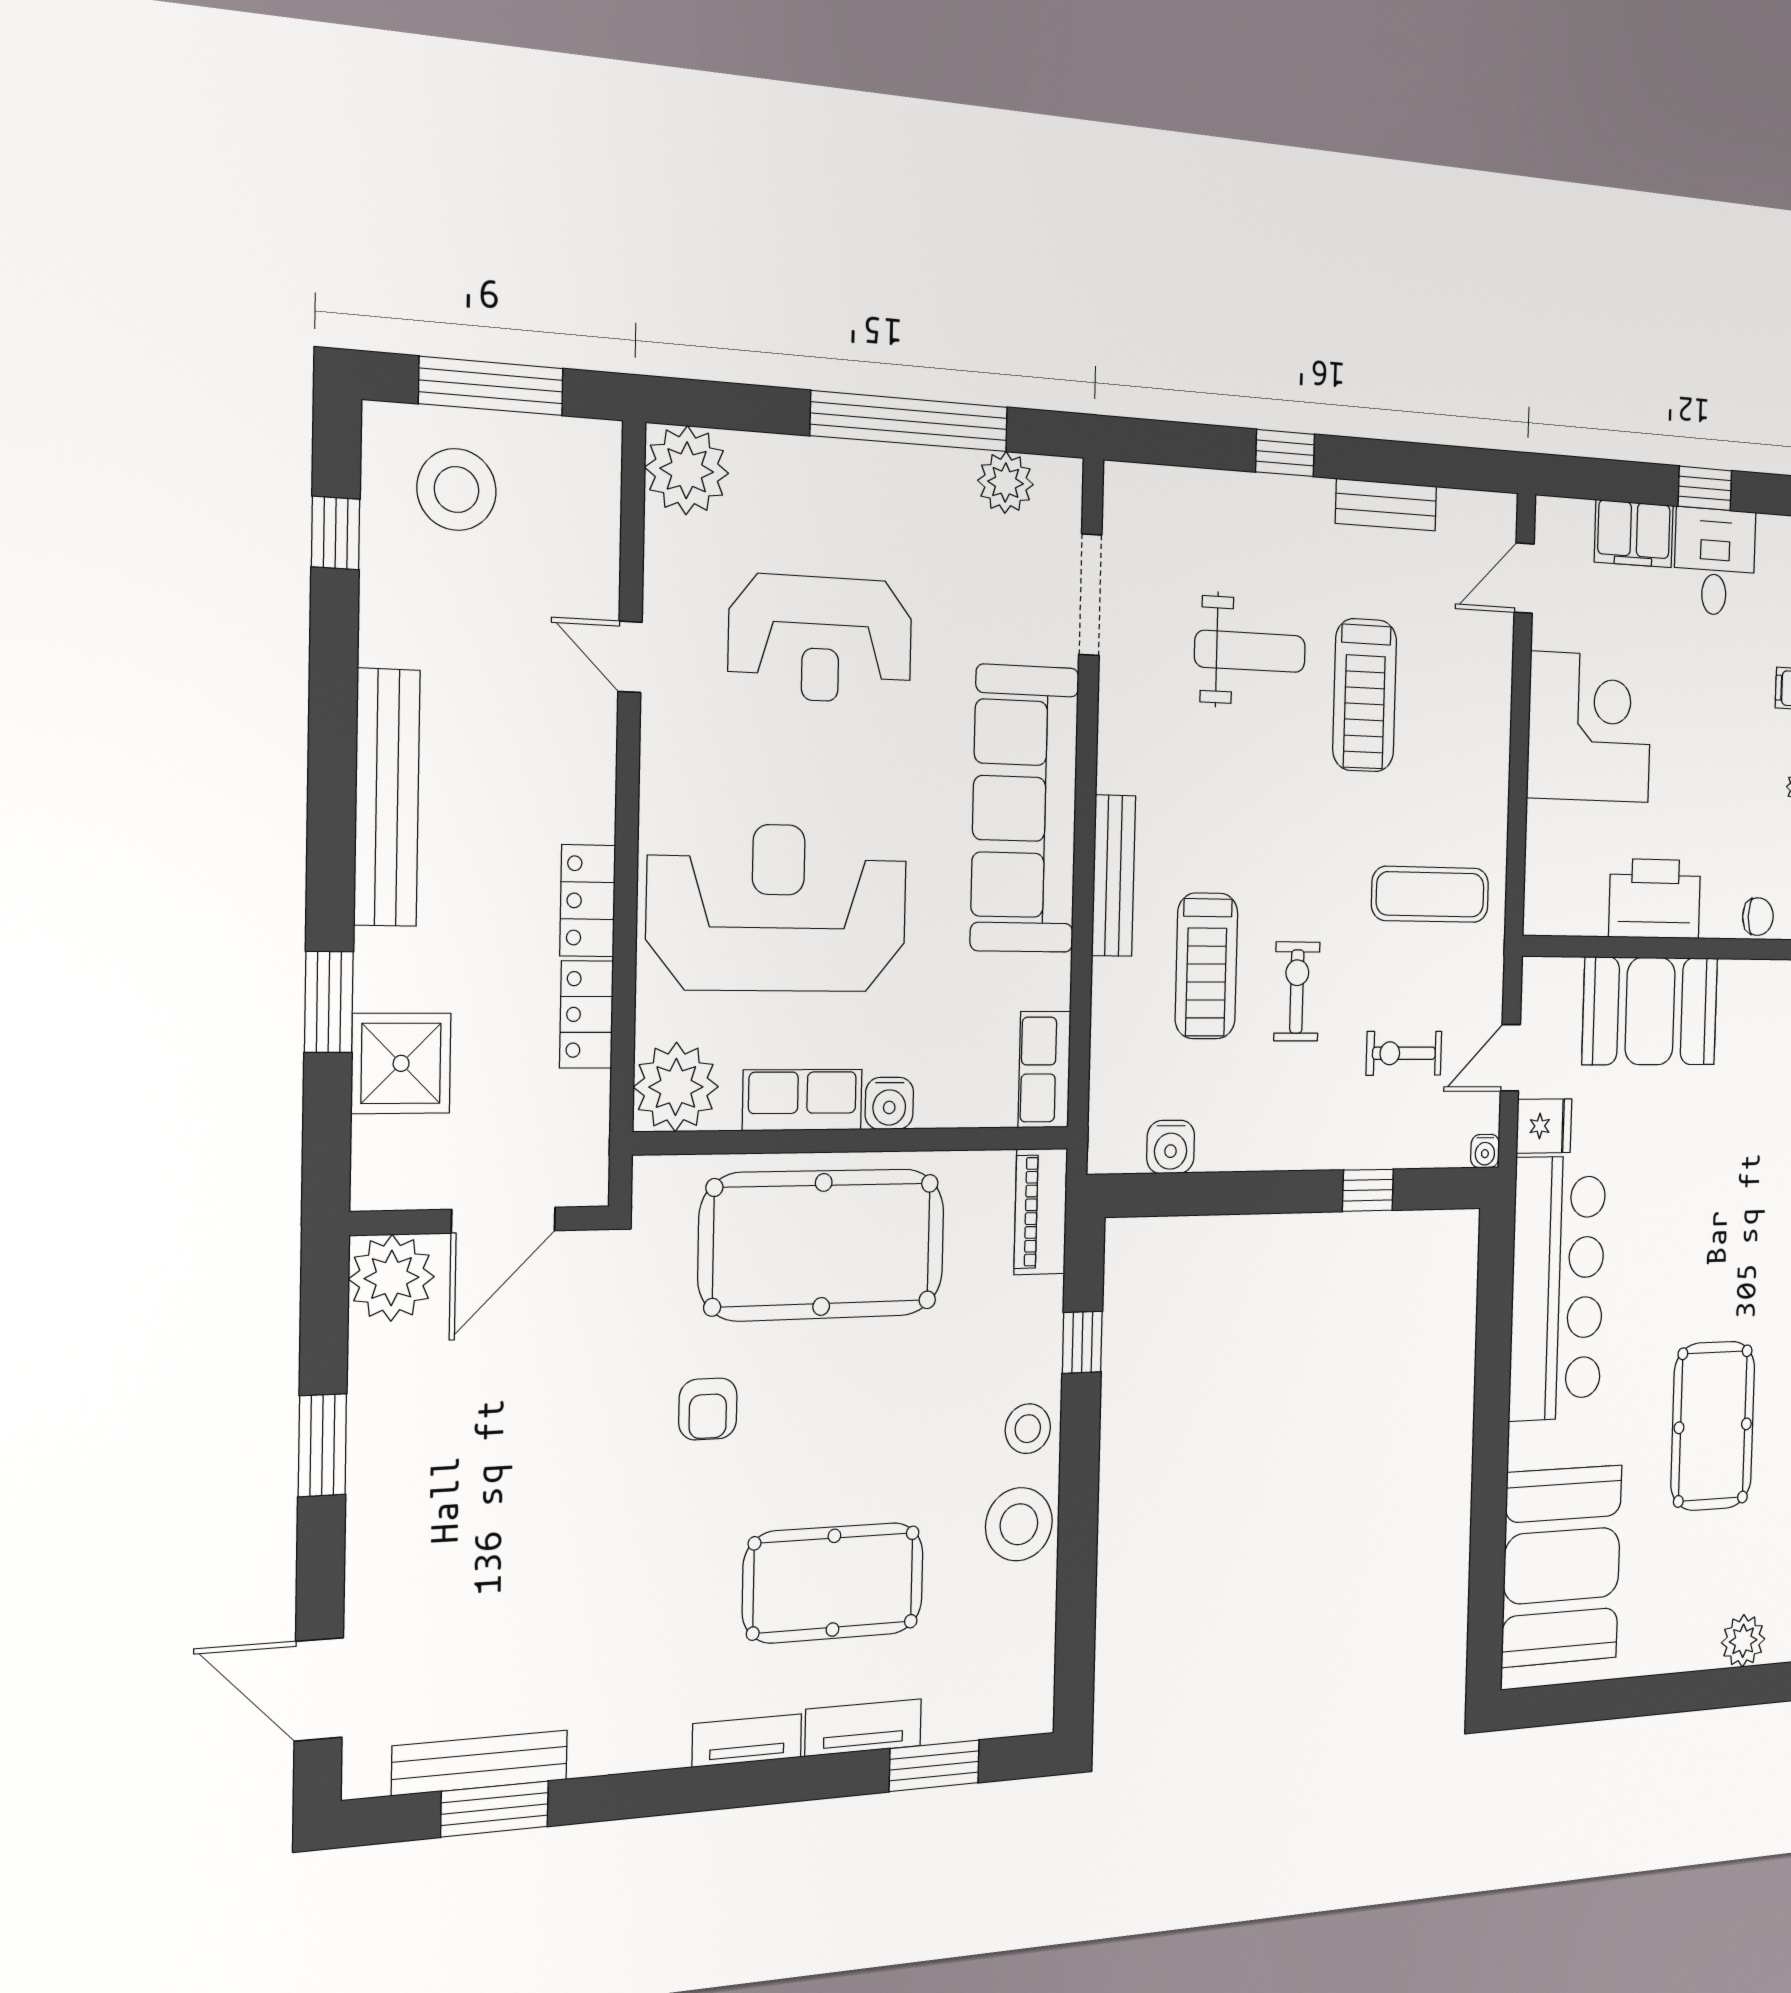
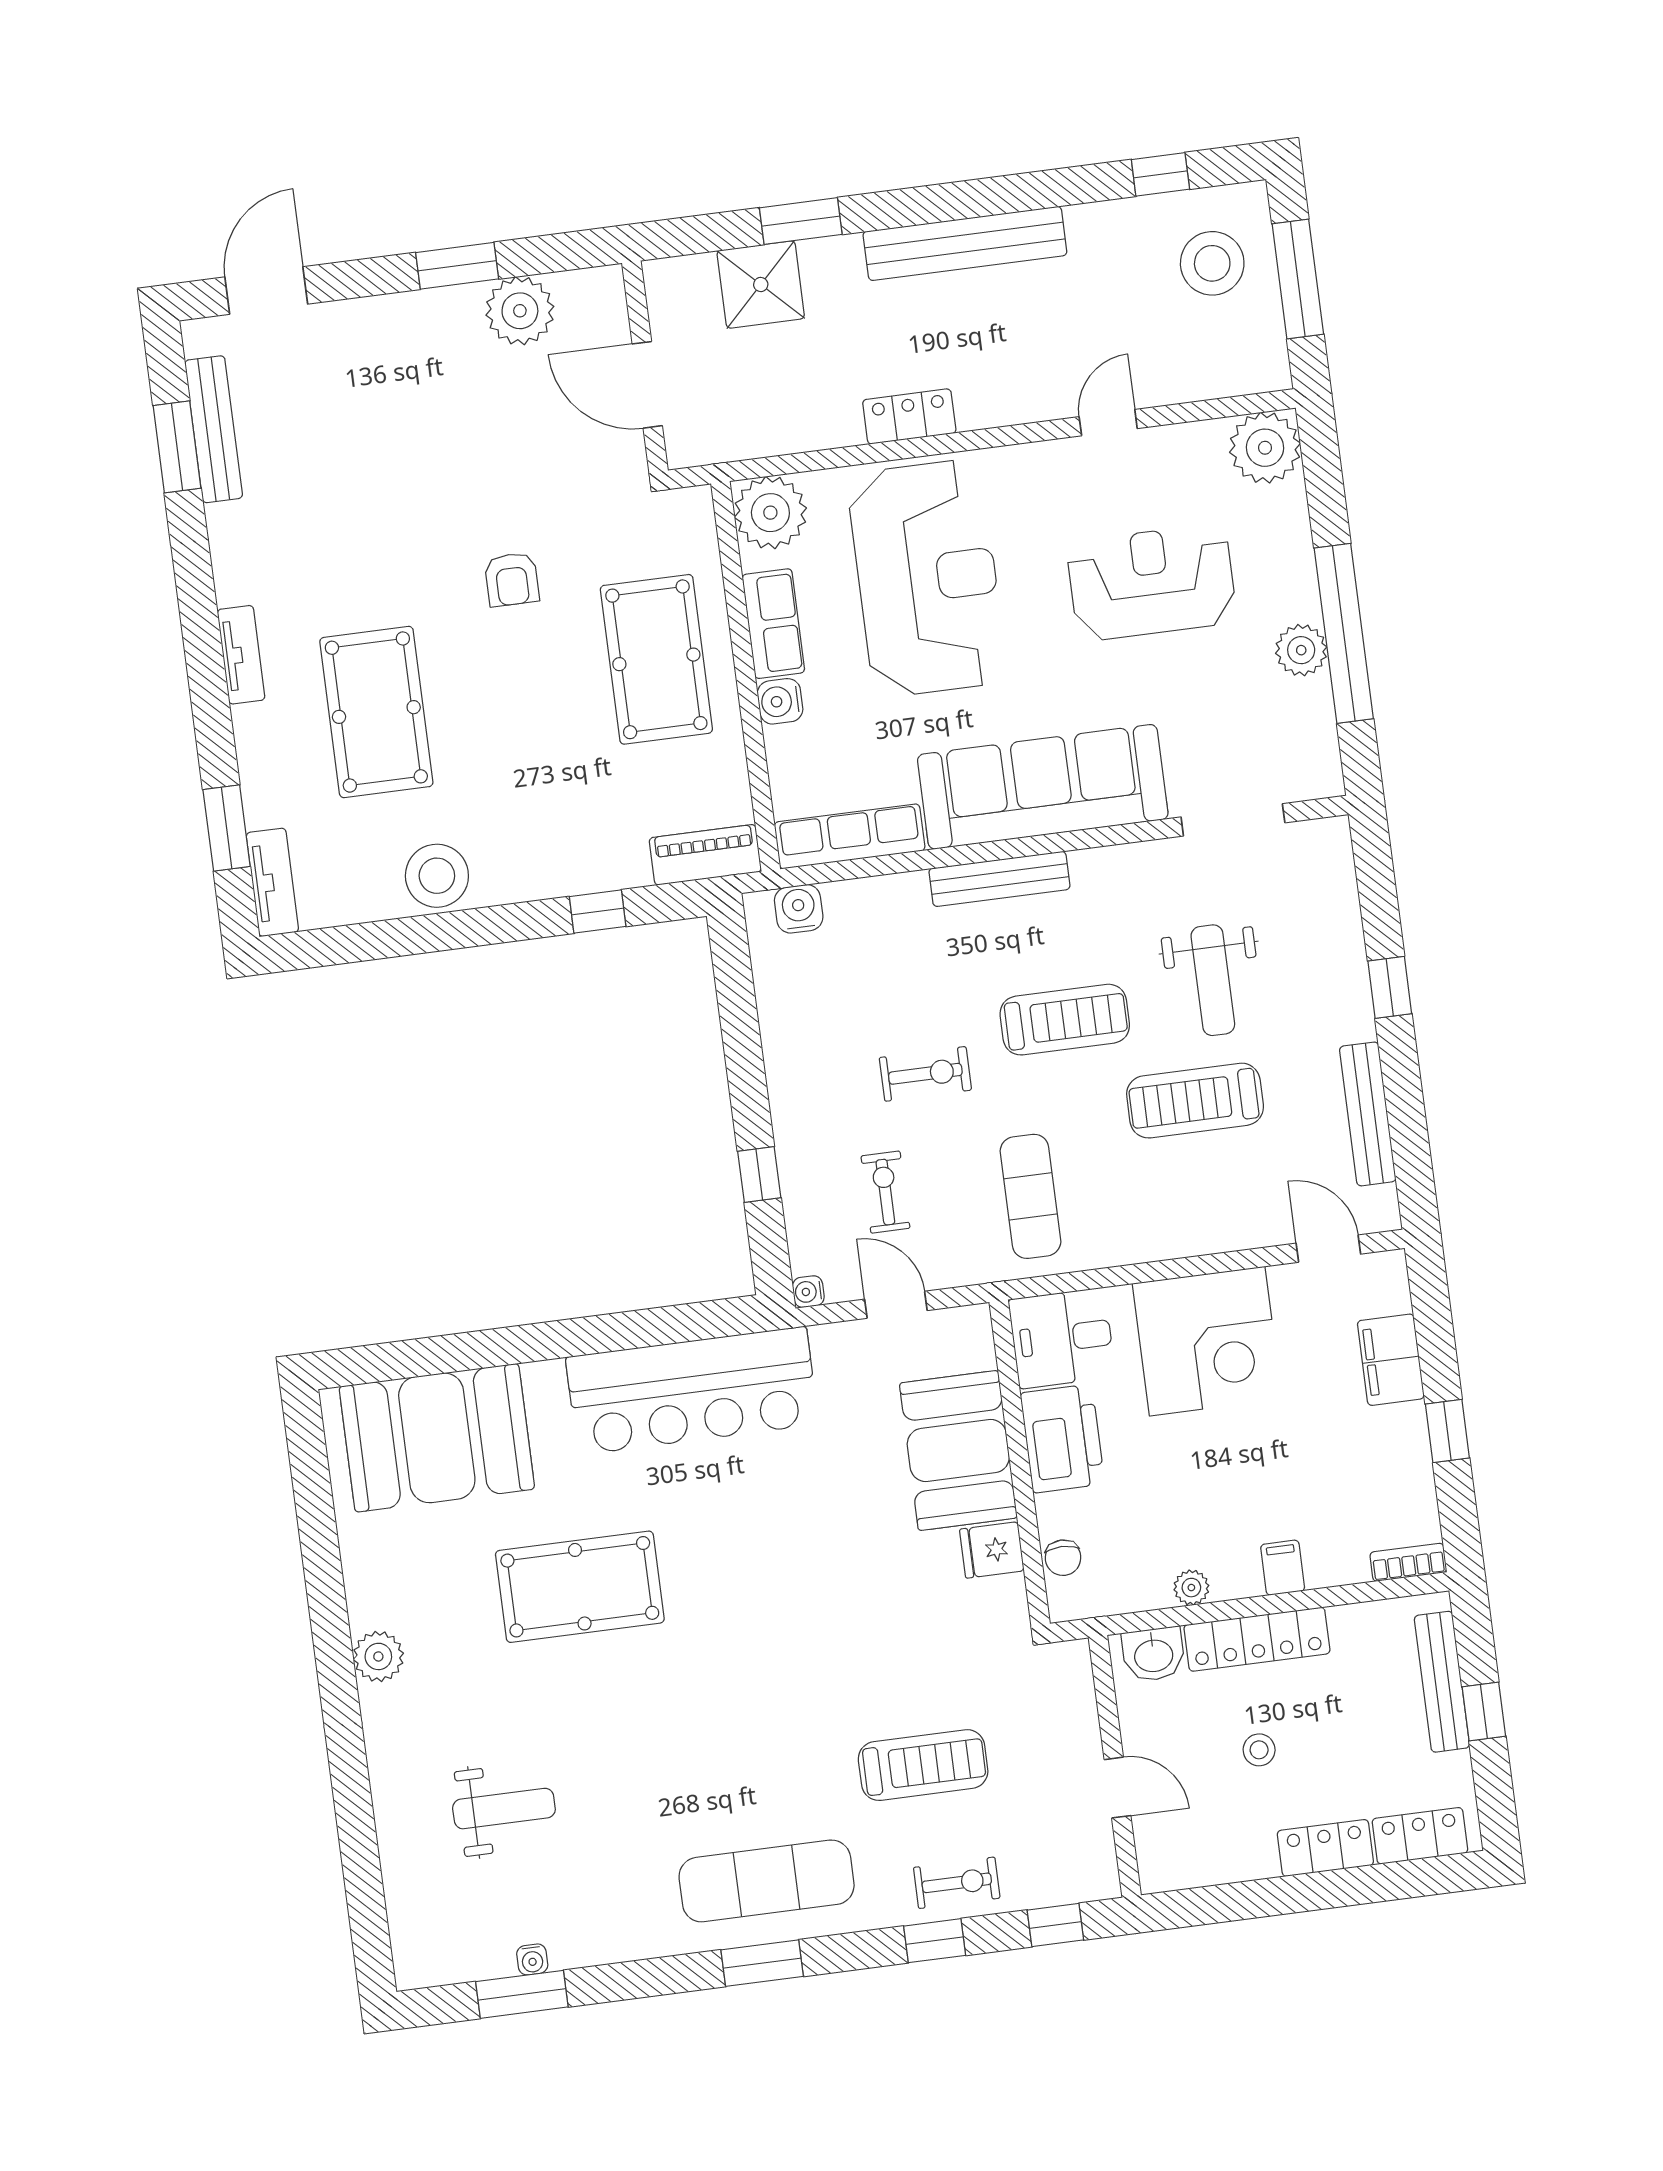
plant: (1006, 482) -> (1301, 650), moved
bench: (1386, 505) -> (1368, 1114), width x1.36
desk: (1715, 562) -> (1062, 1338), moved, turned 180
reception desk: (821, 639) -> (1152, 582), turned 90
treadmill: (1206, 966) -> (1065, 1020), moved, turned 180
locker: (587, 1014) -> (819, 429), removed
row of seats: (1044, 1069) -> (850, 836), width x1.48
fridge: (1544, 1126) -> (992, 1550), moved, turned 90
water cooler: (1171, 1147) -> (799, 909), moved, turned 90
pool table: (822, 1245) -> (656, 659), width x0.73, depth x0.76
plant: (392, 1278) -> (520, 311), moved
armchair: (708, 1409) -> (512, 579), turned -90
stool: (1028, 1429) -> (519, 871), removed
tv unit: (863, 1728) -> (272, 882), moved

